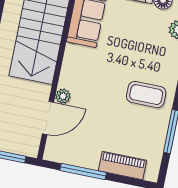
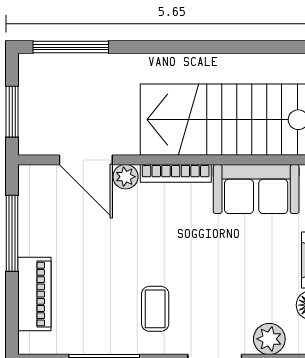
bookcase: (67, 66) -> (176, 173), added
coffee table: (146, 95) -> (155, 309), width x0.73, depth x0.77

